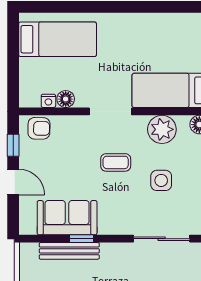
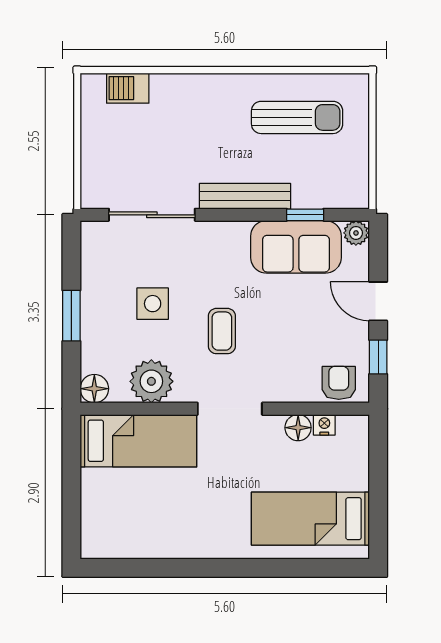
armchair: (39, 128) -> (339, 383), turned 89
coffee table: (116, 162) -> (222, 331), turned 90
plant: (28, 227) -> (356, 233), added
window: (82, 239) -> (305, 215), moved
bench: (69, 251) -> (245, 196), moved

